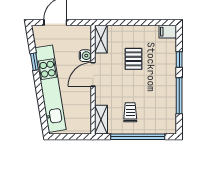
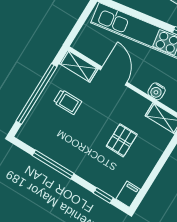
pallet: (134, 59) -> (122, 140), turned 90
window: (179, 59) -> (103, 195), moved
door: (93, 74) -> (114, 76), moved

